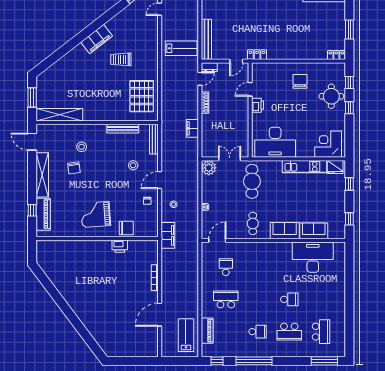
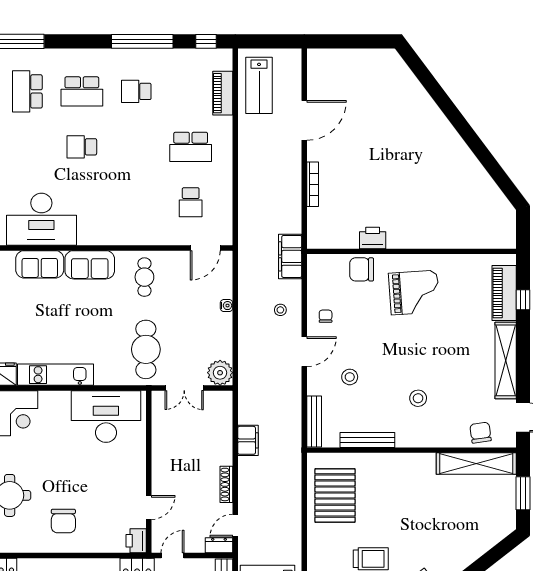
printer: (258, 105) -> (136, 541), moved
stool: (82, 147) -> (418, 398), moved
chair: (74, 168) -> (481, 433), moved
school desk: (289, 332) -> (82, 91), turned 180

